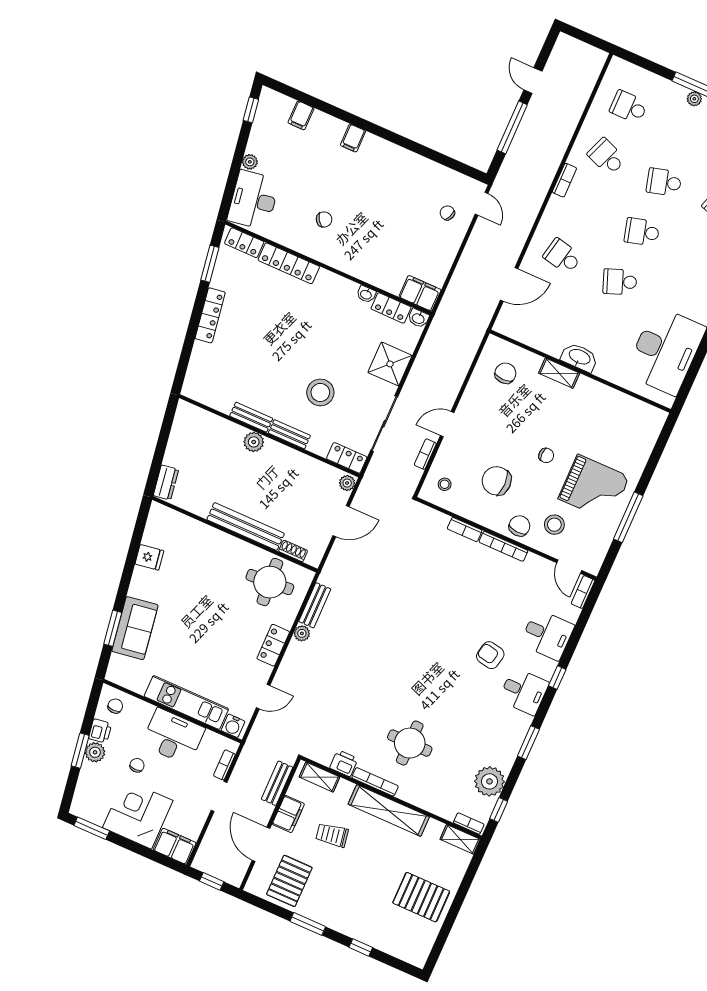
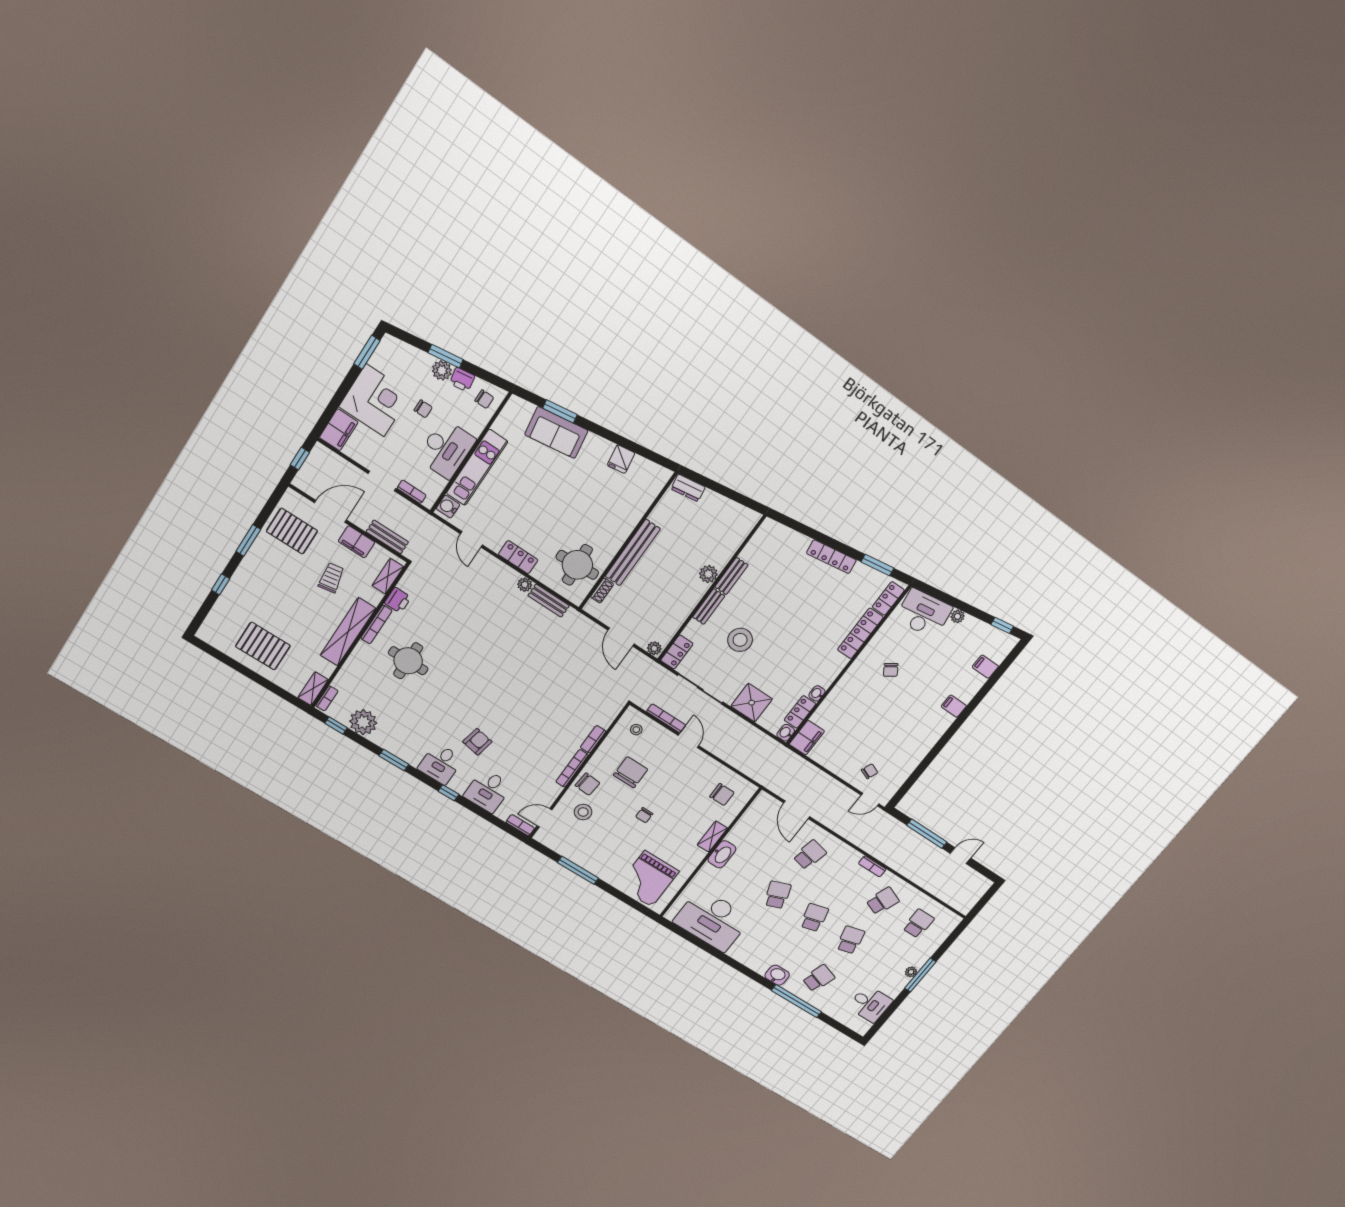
bookcase: (425, 454) -> (666, 718), width x1.56
grand piano: (594, 488) -> (648, 879), moved
pallet: (421, 897) -> (263, 646), turned 90

